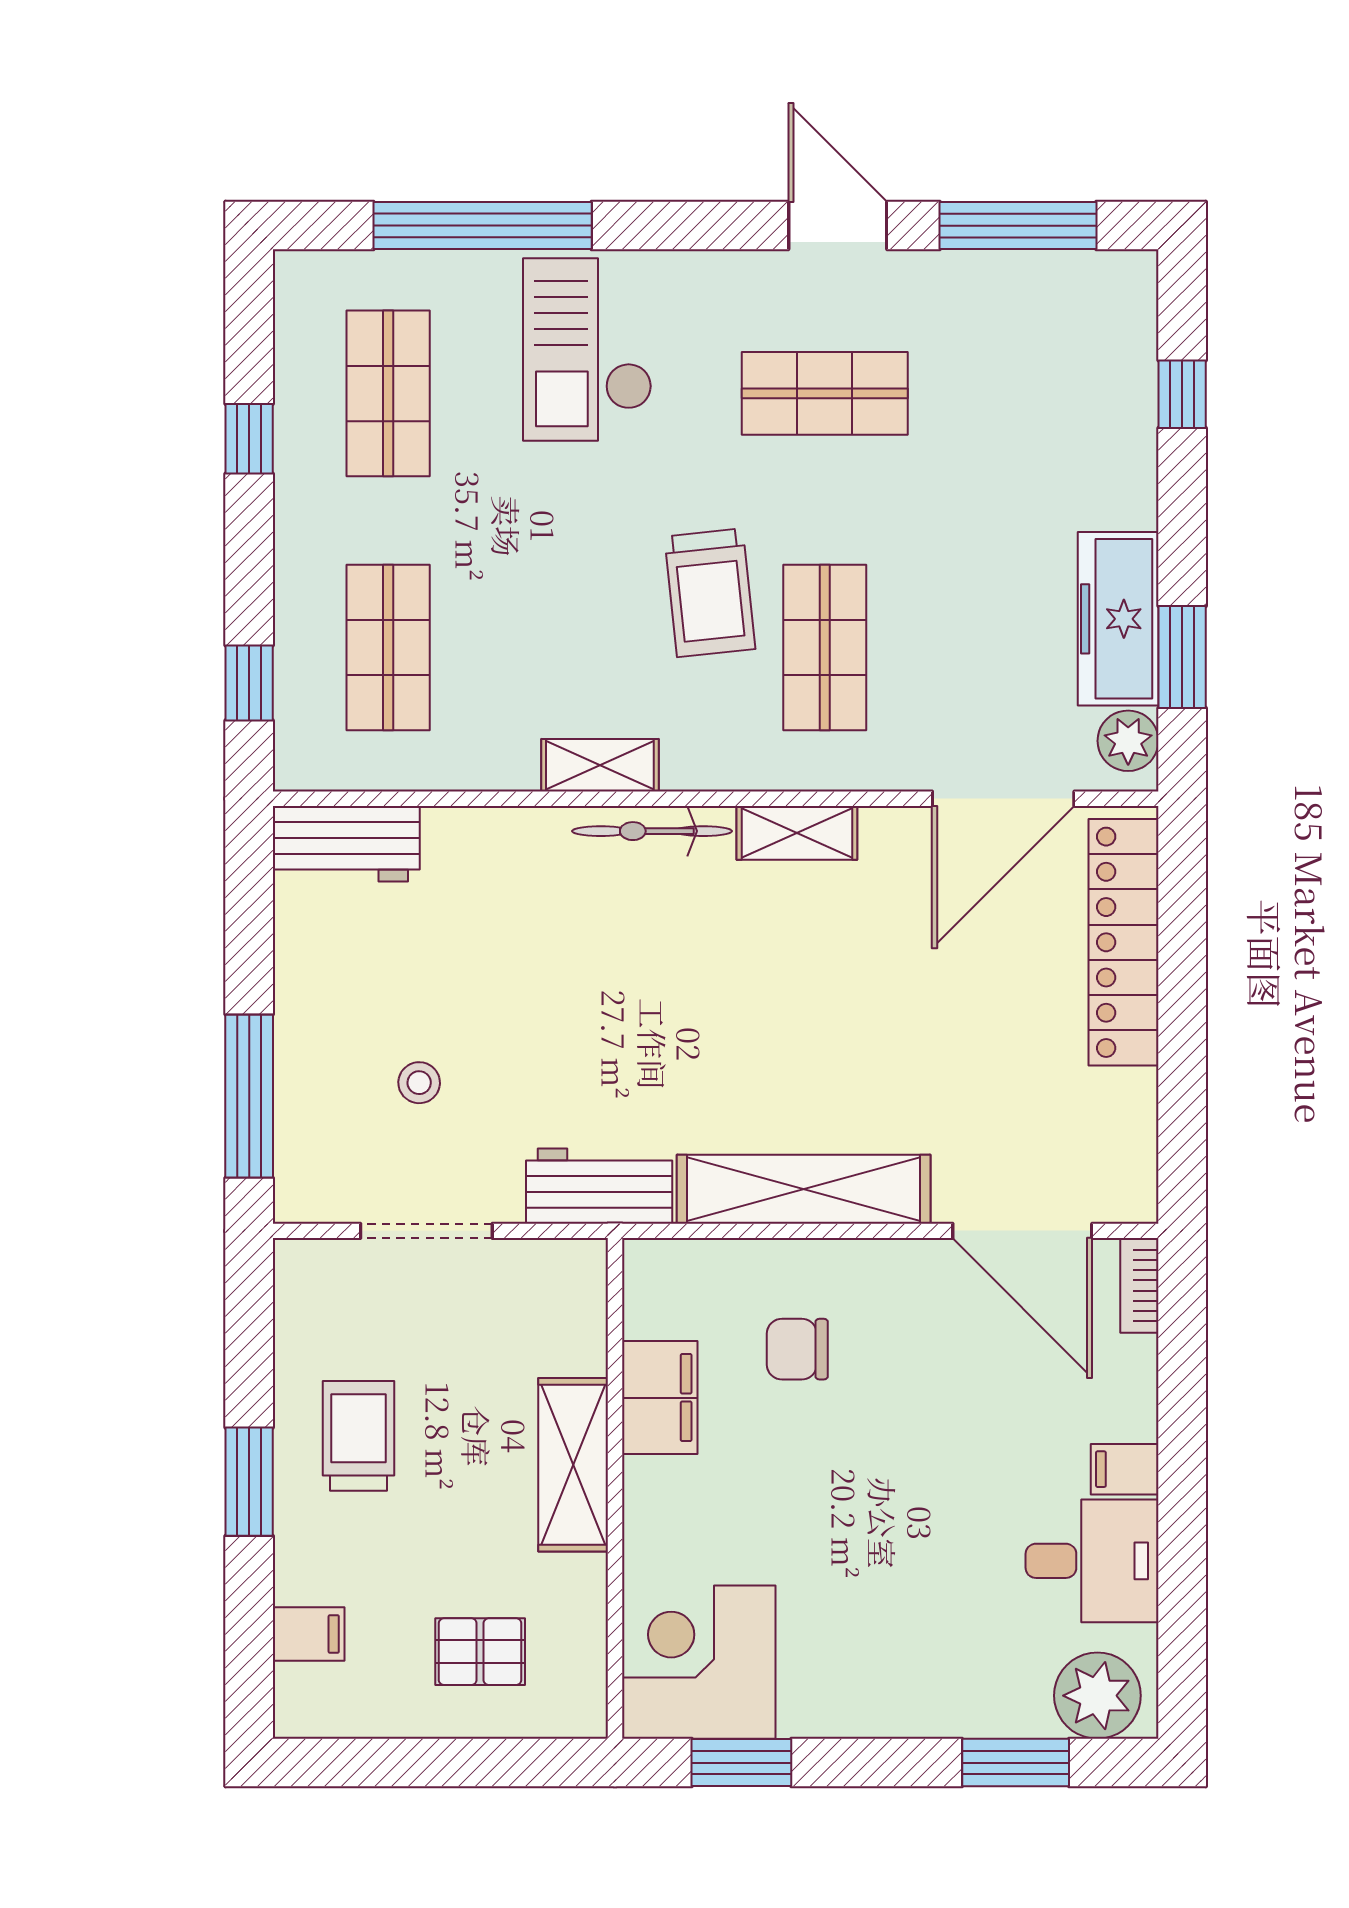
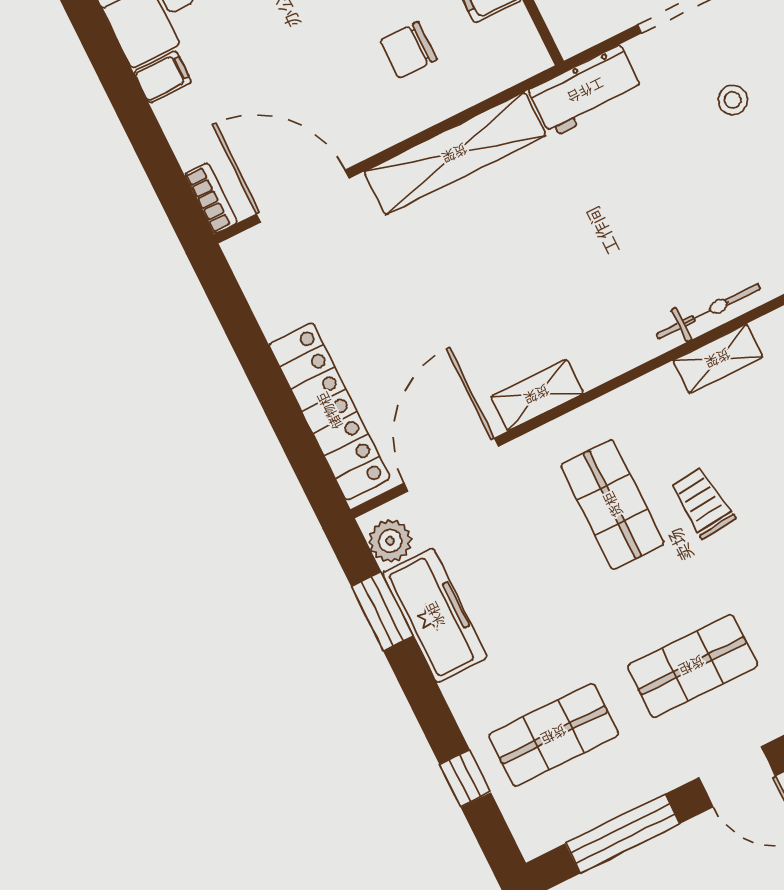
shop shelf: (1043, 393) -> (554, 735), added
trolley: (710, 593) -> (703, 503), width x0.73, depth x0.72
bicycle: (652, 831) -> (708, 311), moved
shelving: (797, 833) -> (537, 395), moved
chair: (797, 1349) -> (408, 50), turned 180

